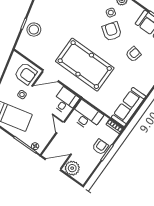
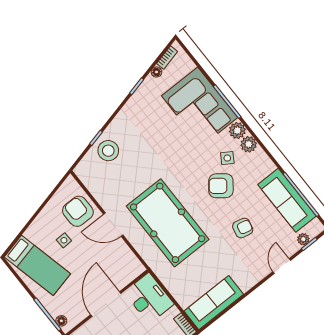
armchair: (112, 31) -> (221, 186), turned -88
armchair: (26, 74) -> (78, 211), turned 180
desk: (65, 101) -> (124, 268), removed
door: (60, 127) -> (106, 304), width x1.88

